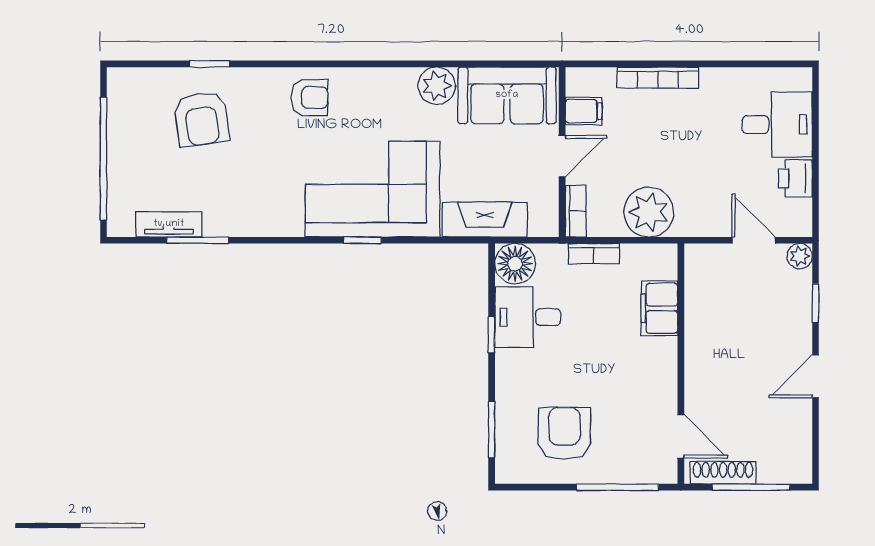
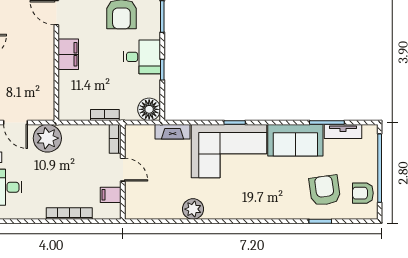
sofa: (507, 95) -> (295, 140), moved, turned 180
armchair: (310, 98) -> (363, 193), moved
door: (562, 156) -> (123, 170), swing flipped
plant: (649, 212) -> (47, 138), moved
fireplace: (485, 220) -> (173, 132), width x0.73, depth x0.76
filing cabinet: (659, 308) -> (68, 54), moved
desk: (528, 317) -> (142, 57), moved

